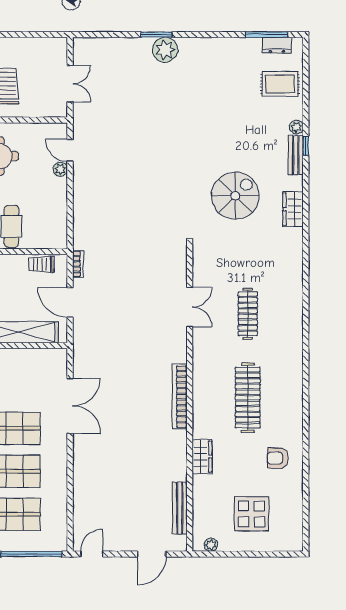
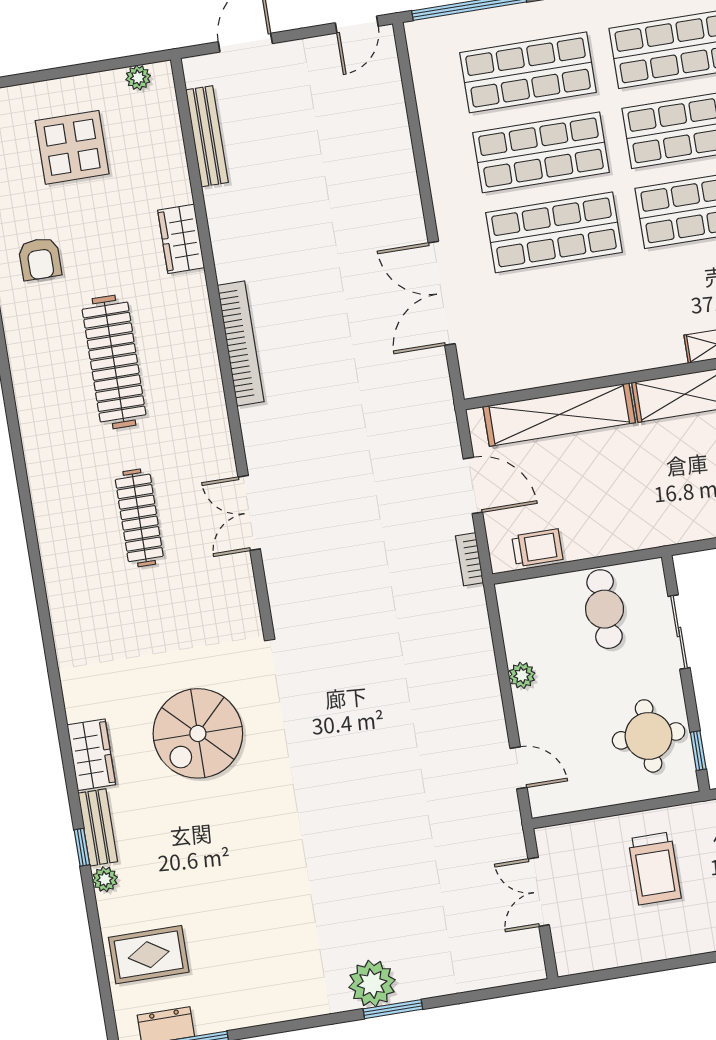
plant: (60, 169) -> (522, 675), moved
wardrobe: (293, 209) -> (91, 755), moved
armchair: (278, 458) -> (40, 259), turned 90

